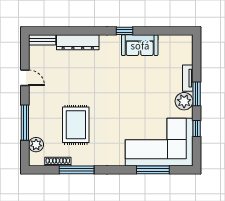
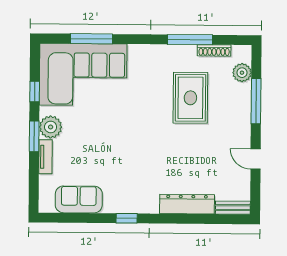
sofa: (140, 45) -> (79, 199), moved

